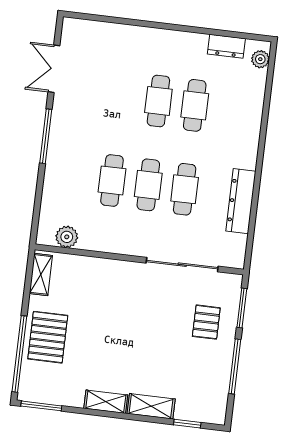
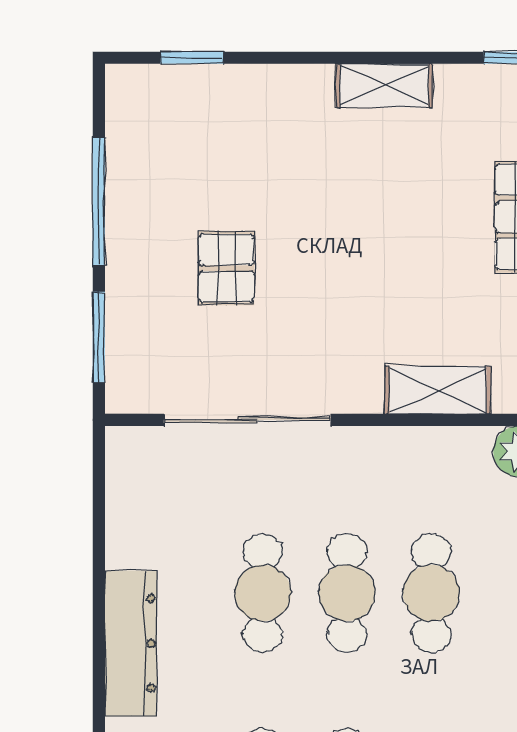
dresser: (241, 201) -> (131, 644), moved
pallet: (206, 322) -> (226, 268), moved
shelving: (151, 406) -> (438, 390), moved

